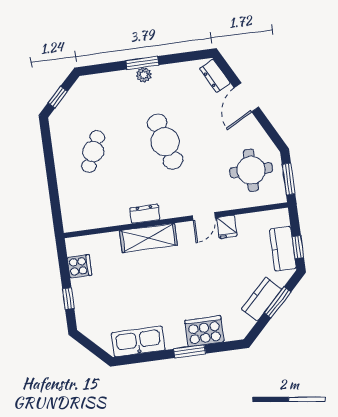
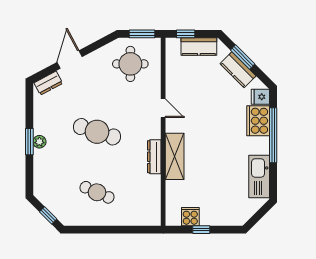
door: (246, 97) -> (70, 59), swing flipped
cafe table: (165, 142) -> (97, 132), turned 33
dresser: (145, 214) -> (154, 157), width x1.44
fridge: (227, 227) -> (260, 97), moved, turned 180
window: (298, 247) -> (186, 34), moved
window: (68, 299) -> (201, 230), moved
window: (190, 351) -> (273, 135), width x2.11

